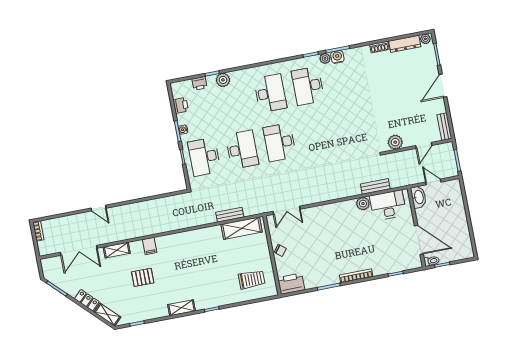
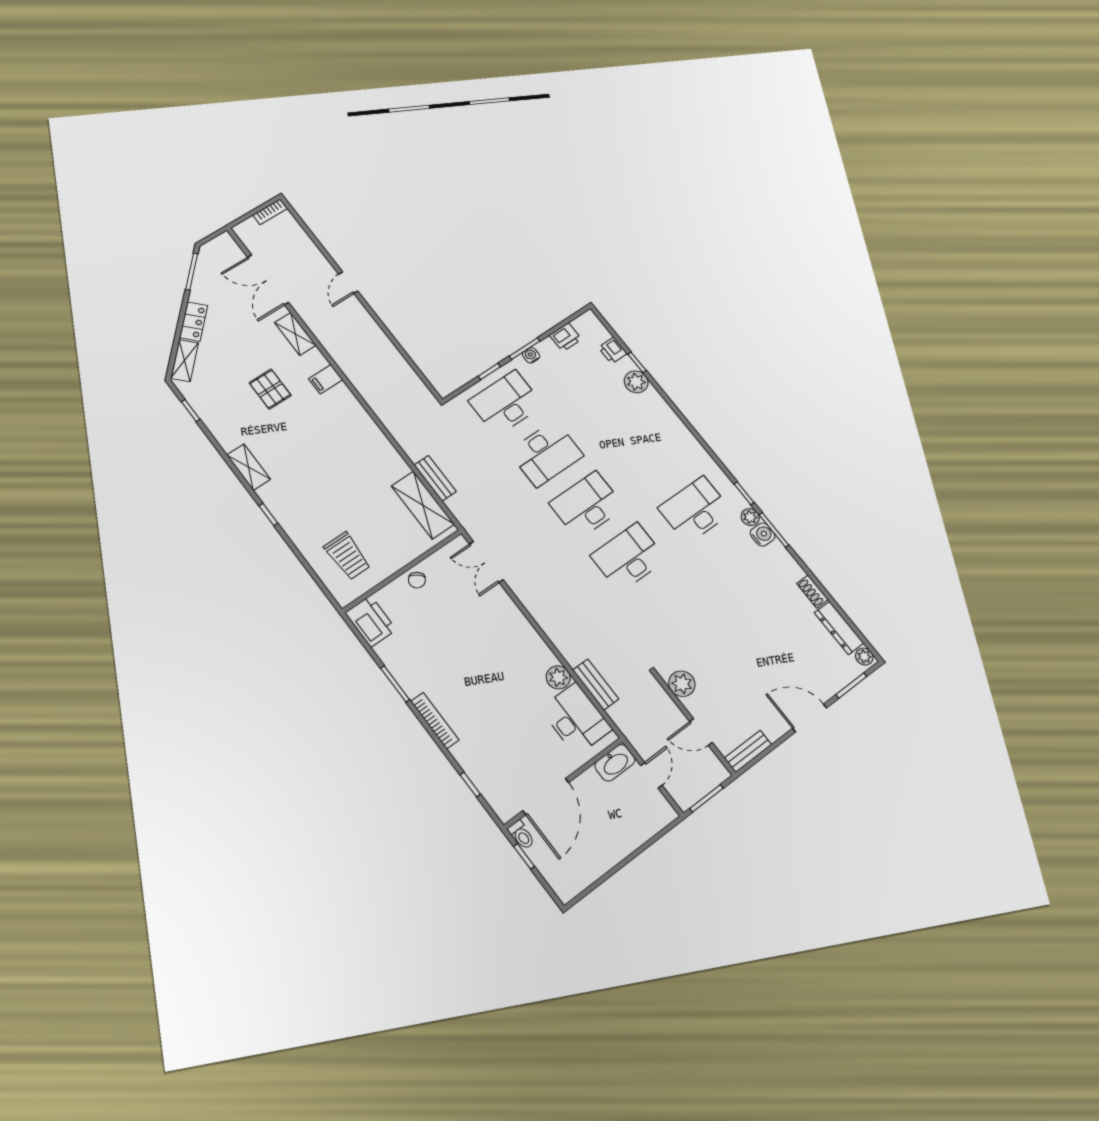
desk: (270, 93) -> (628, 557), moved, turned 180

